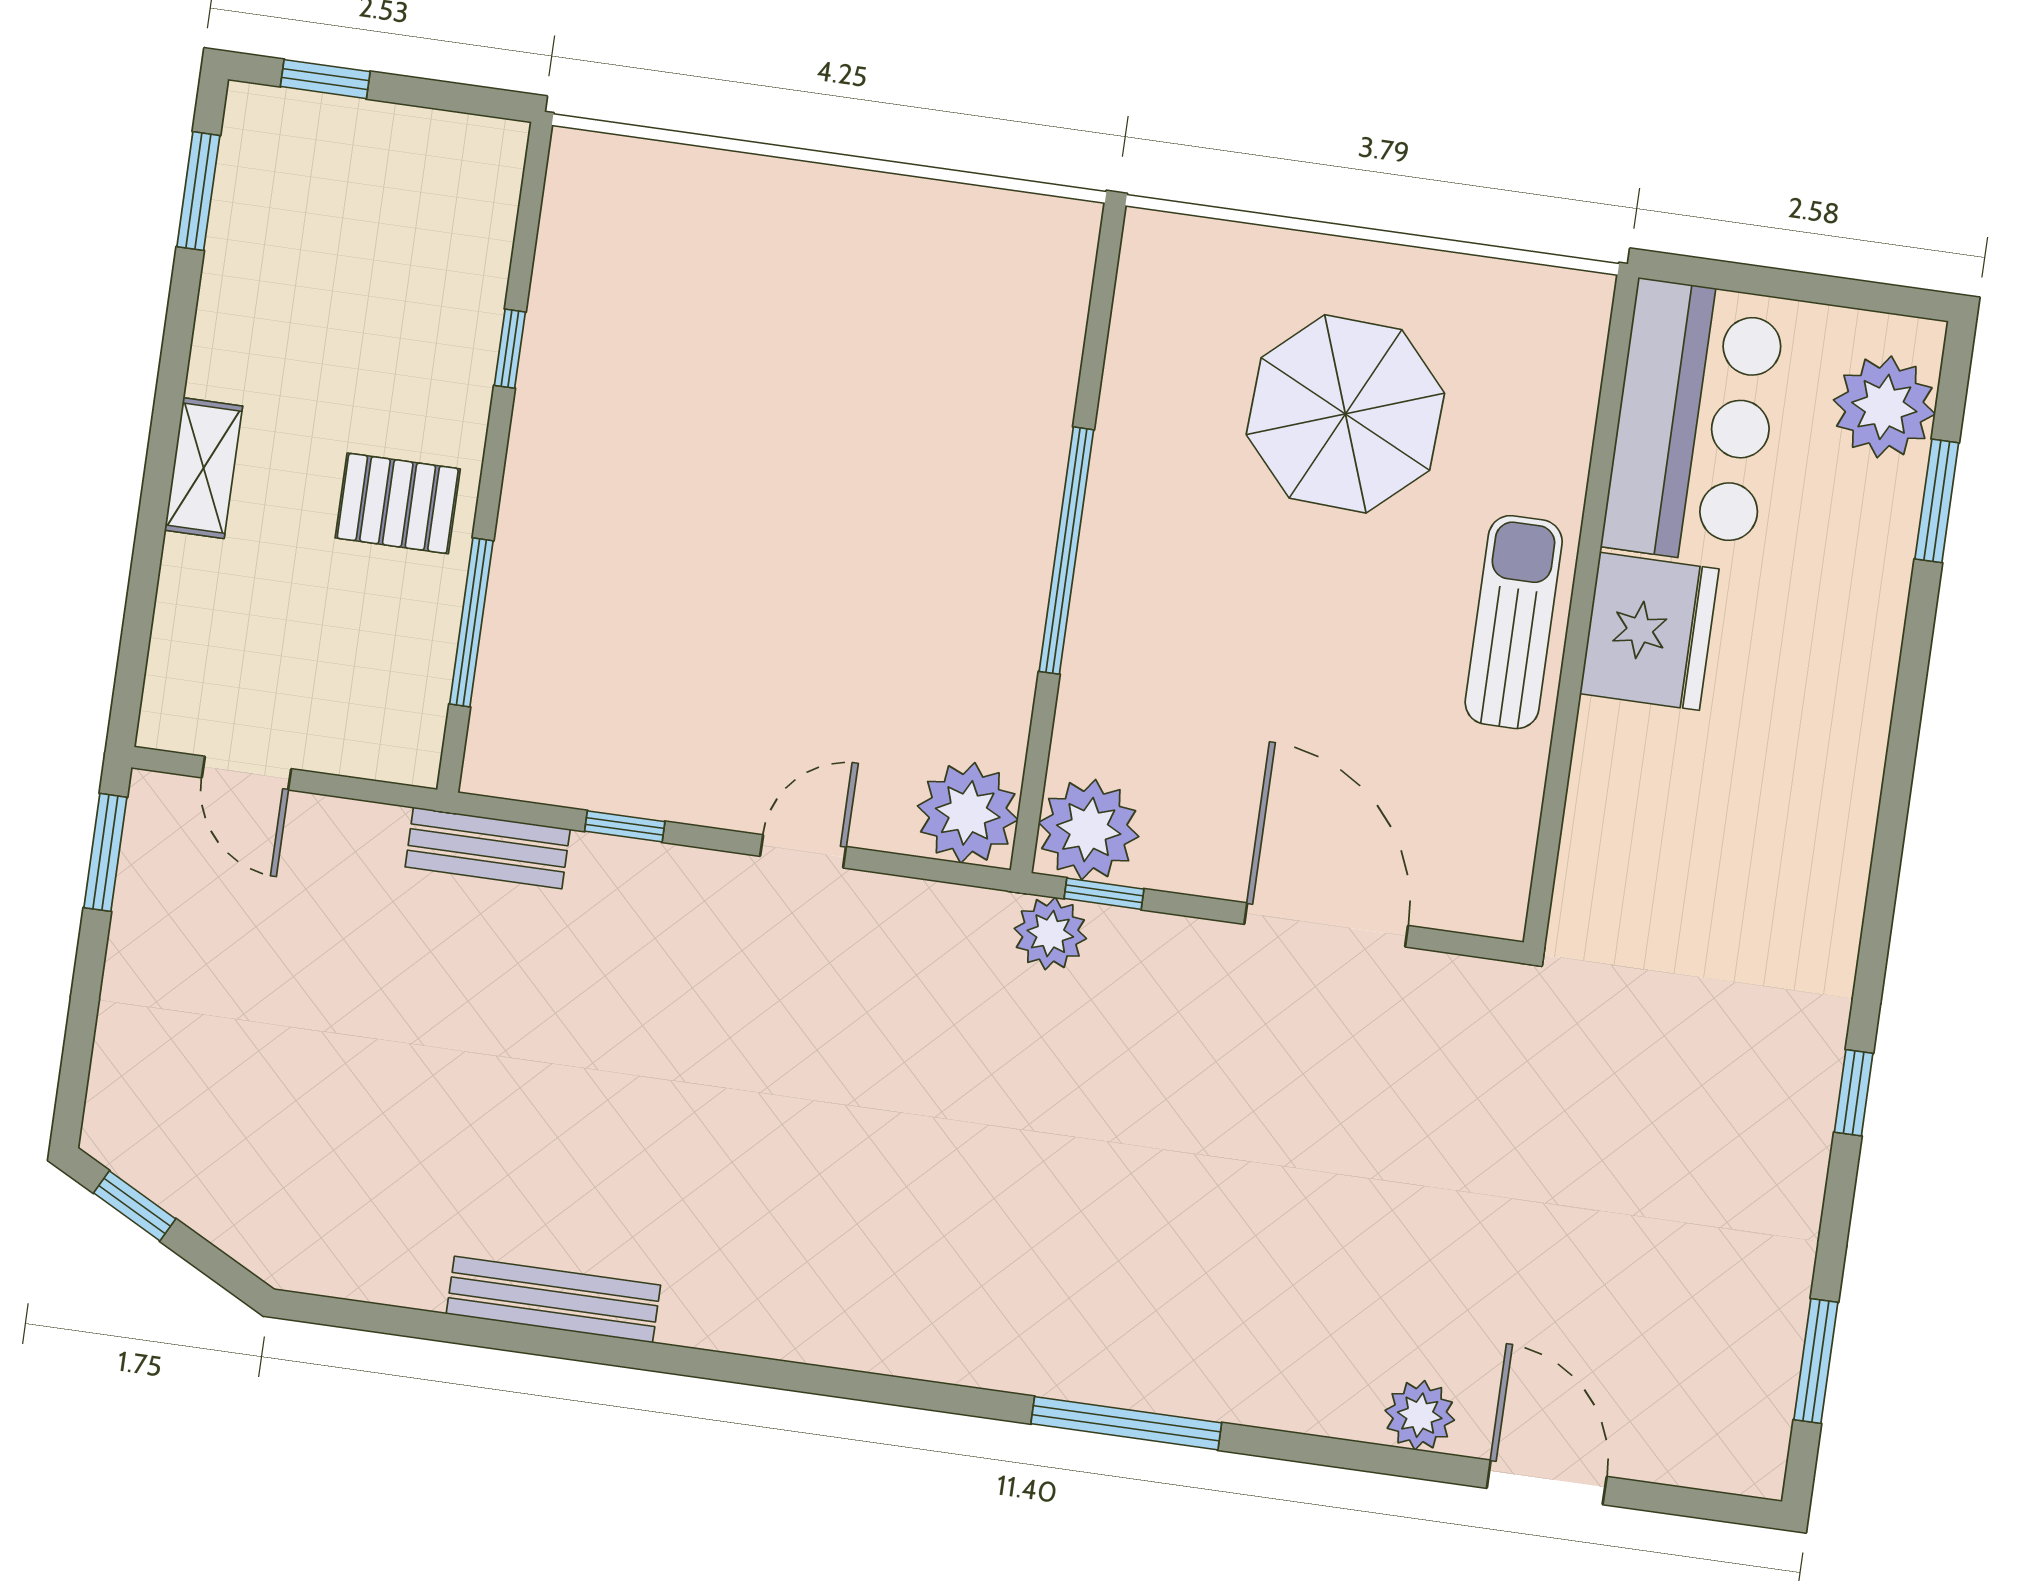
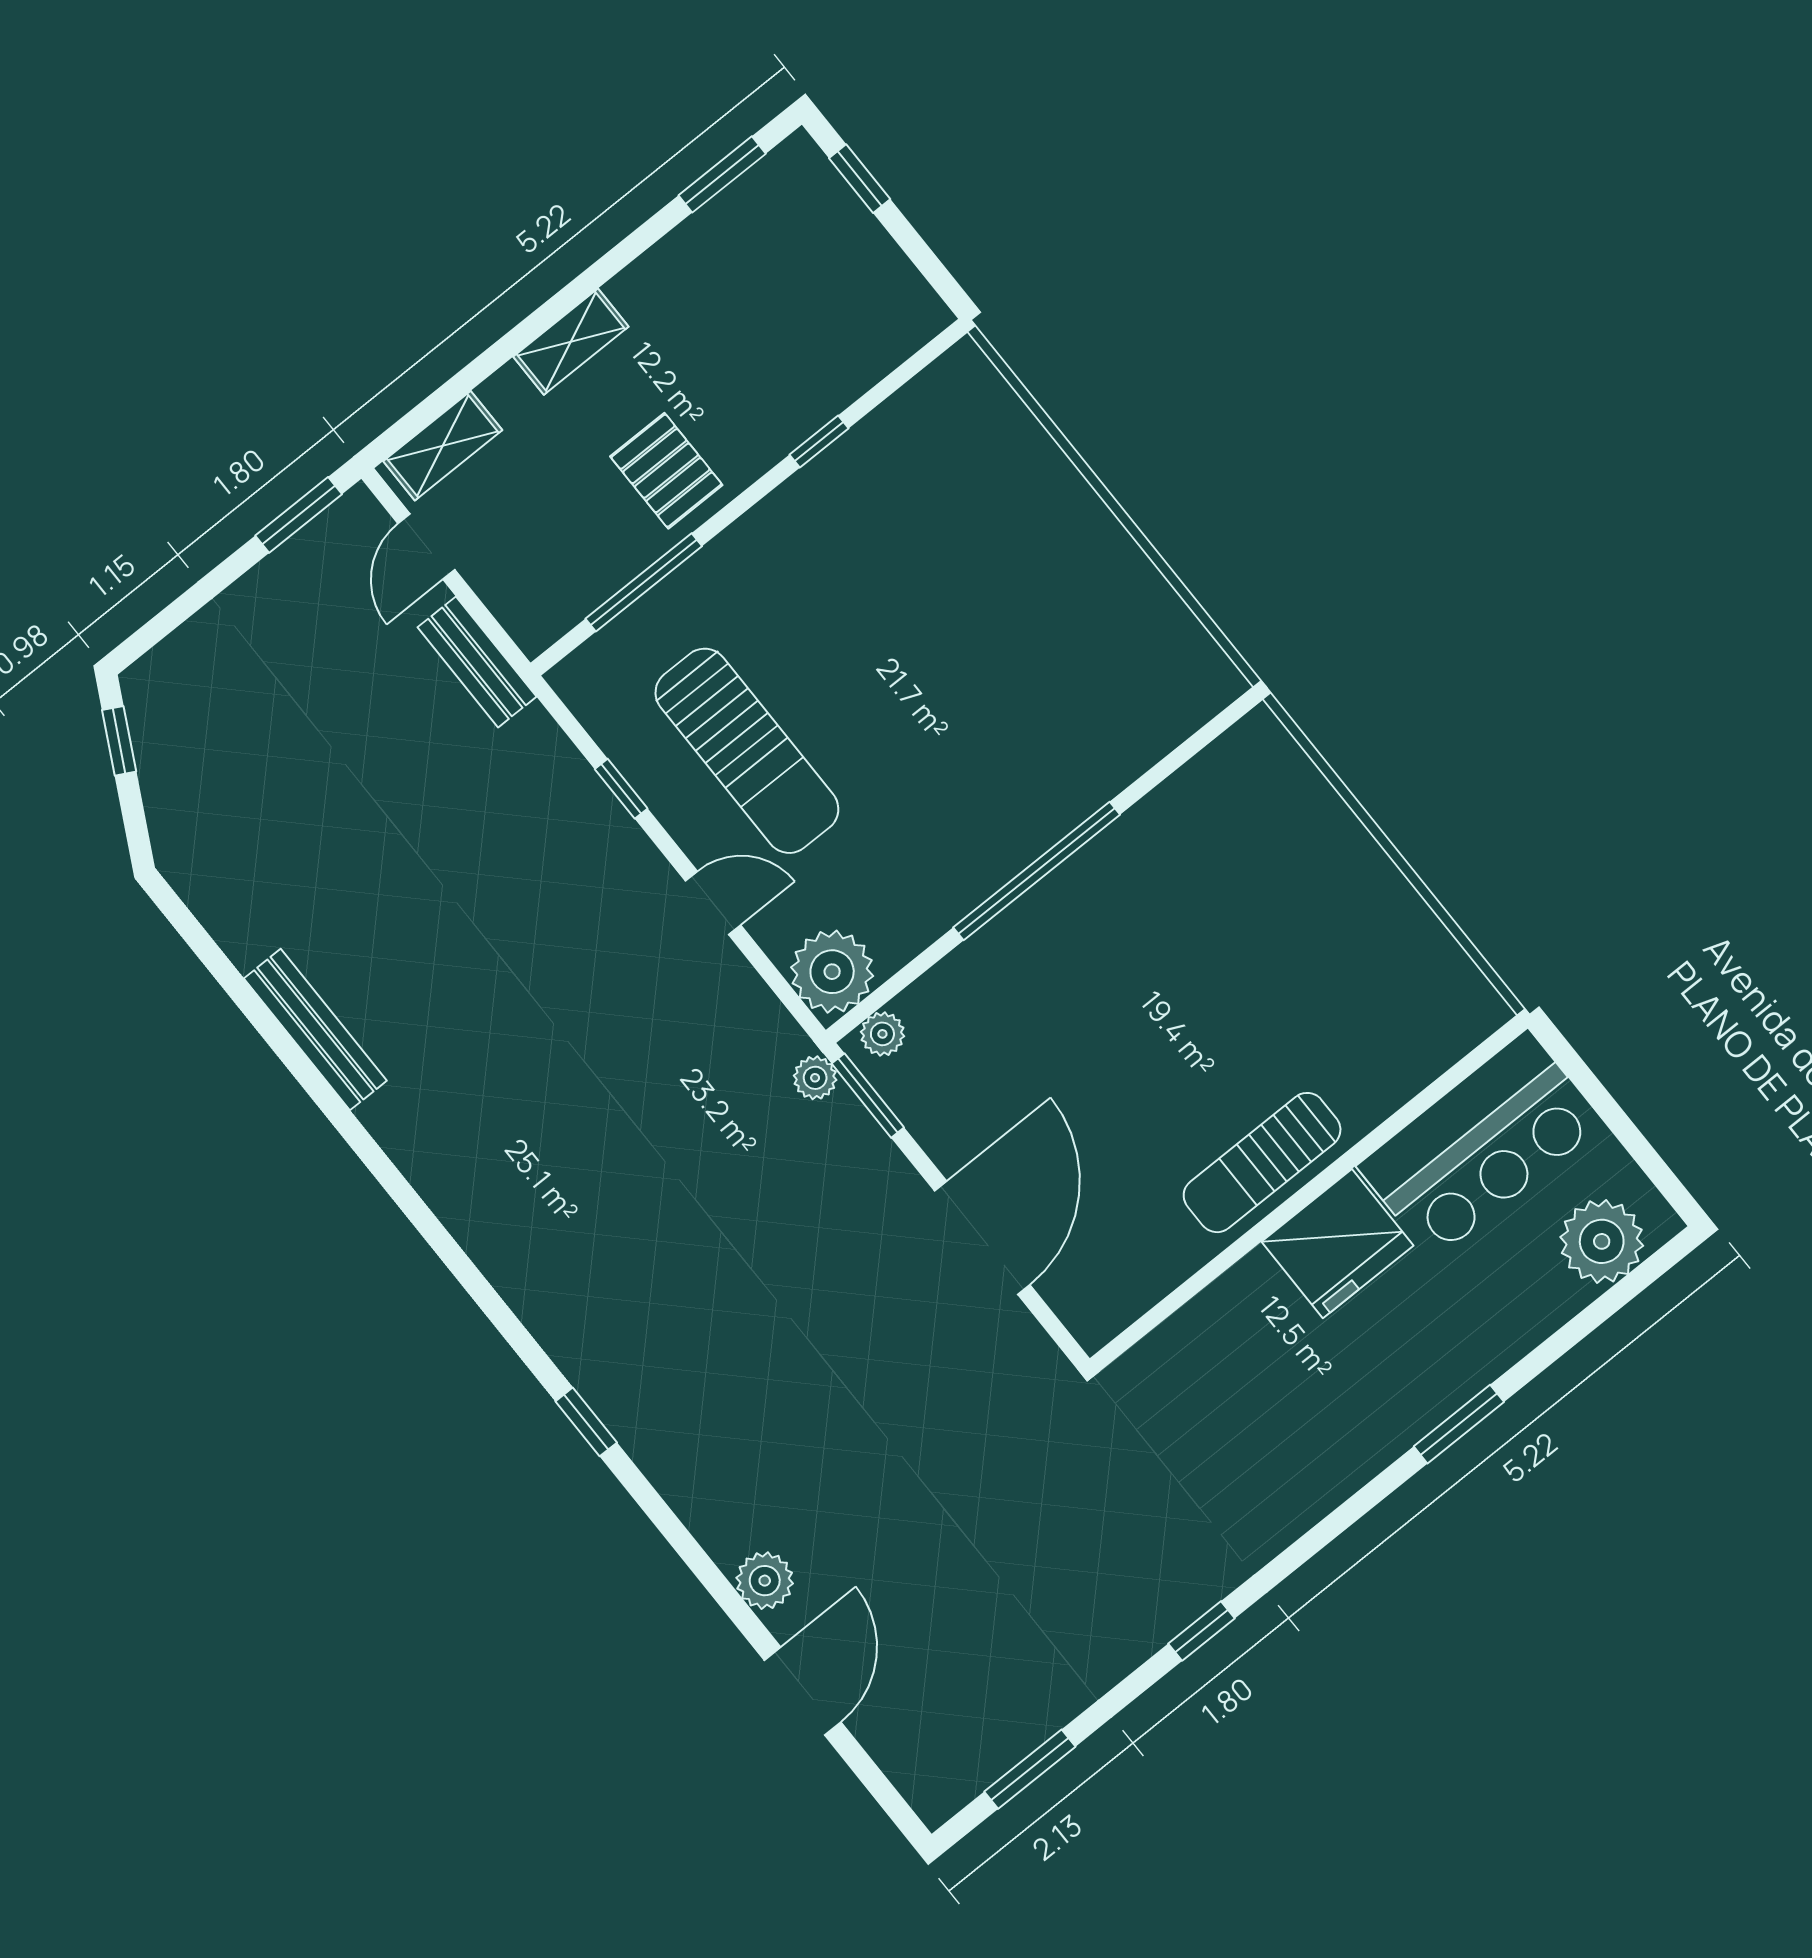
parasol: (1345, 414) -> (1278, 945), removed
window: (1937, 501) -> (1459, 1424), moved
sun lounger: (1514, 622) -> (1262, 1163), turned 180
shelving: (176, 669) -> (443, 446), added
sun lounger: (706, 687) -> (747, 751), added
plant: (1089, 830) -> (882, 1034), width x0.53, depth x0.53
bench: (488, 848) -> (477, 662), moved
window: (1104, 894) -> (868, 1096), width x1.50
plant: (1050, 934) -> (815, 1078), width x0.73, depth x0.73
window: (1126, 1423) -> (586, 1422), width x0.46

